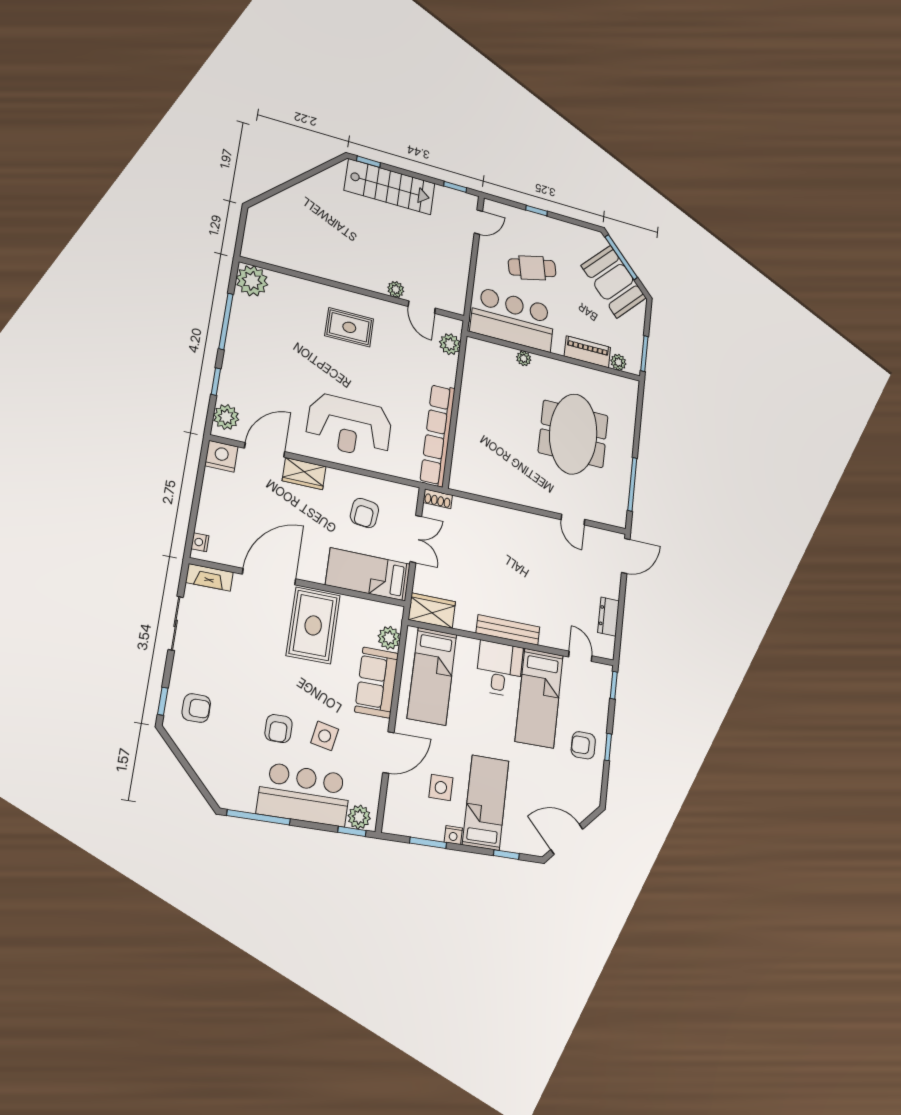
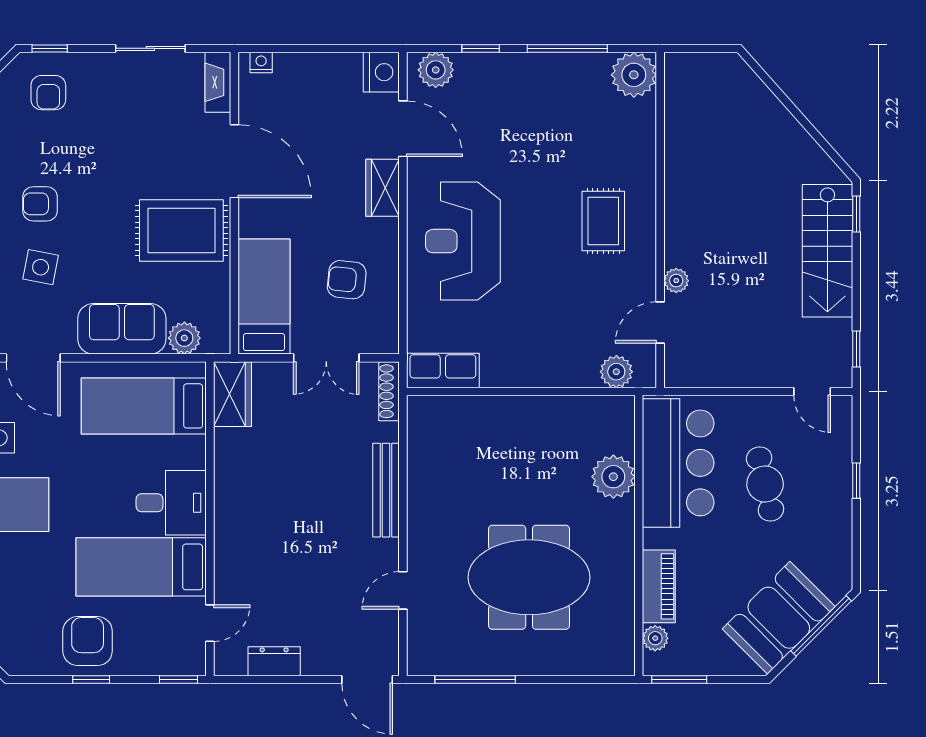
plant: (524, 358) -> (613, 477), width x1.88, depth x1.88
row of seats: (438, 435) -> (443, 370), width x0.50
shoe rack: (438, 499) -> (389, 391), width x1.43
bench: (508, 630) -> (386, 490), moved
armchair: (583, 745) -> (88, 641), width x1.38, depth x1.38

